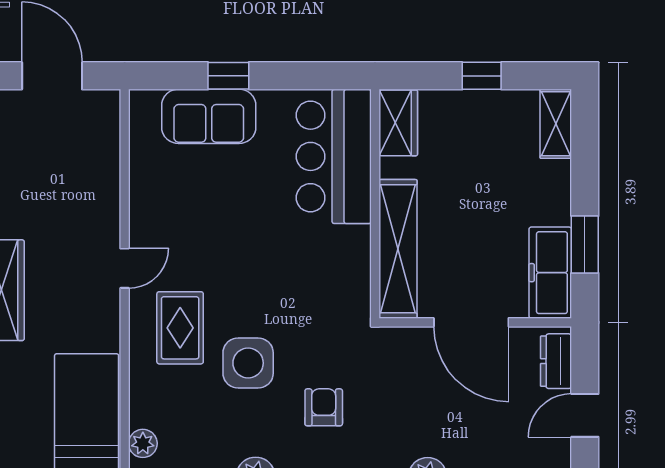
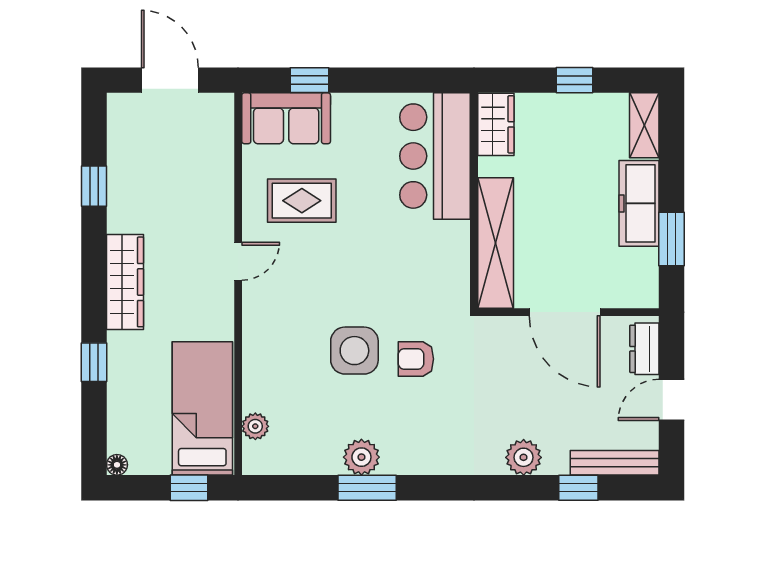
window: (228, 76) -> (309, 80), moved
sofa: (209, 116) -> (286, 118), moved
freezer: (550, 273) -> (639, 203), moved
rug: (180, 328) -> (302, 201), moved, turned 90
armchair: (324, 407) -> (416, 359), moved, turned -90

